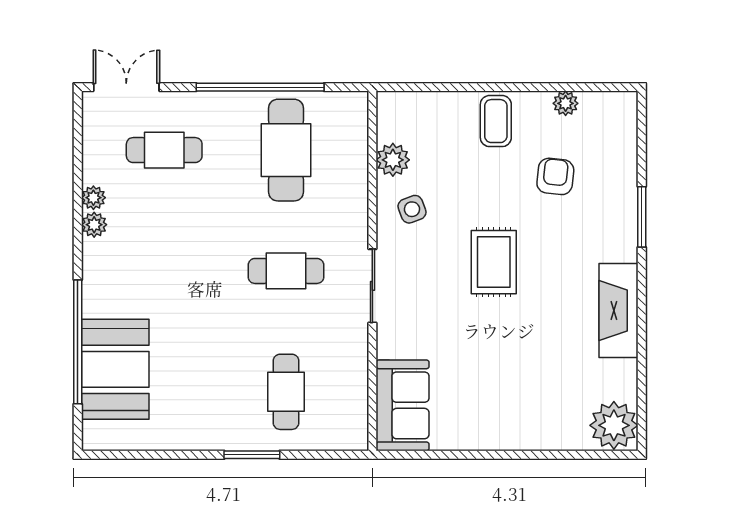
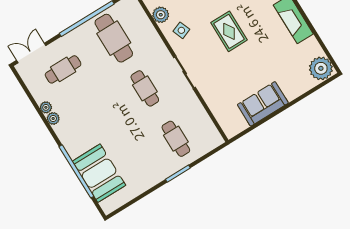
cafe table: (286, 271) -> (145, 88), turned 90
sofa: (403, 405) -> (263, 104), moved, turned -90

